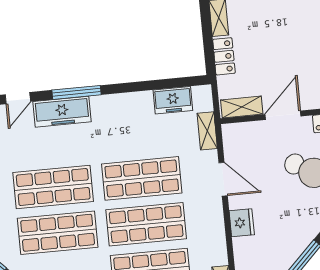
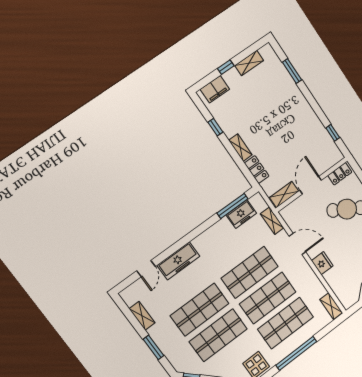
window: (76, 92) -> (233, 206), moved

